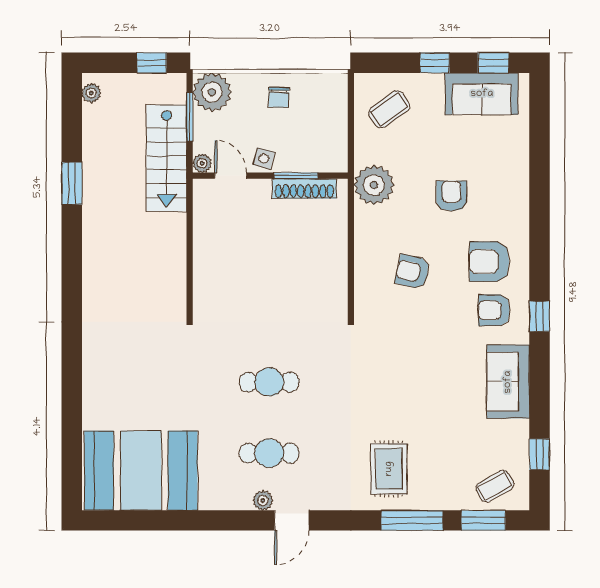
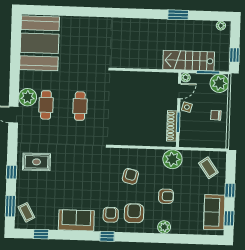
plant: (516, 198) -> (164, 227), added
plant: (263, 500) -> (28, 97), width x1.88, depth x1.88
window: (412, 520) -> (11, 172), width x0.46

